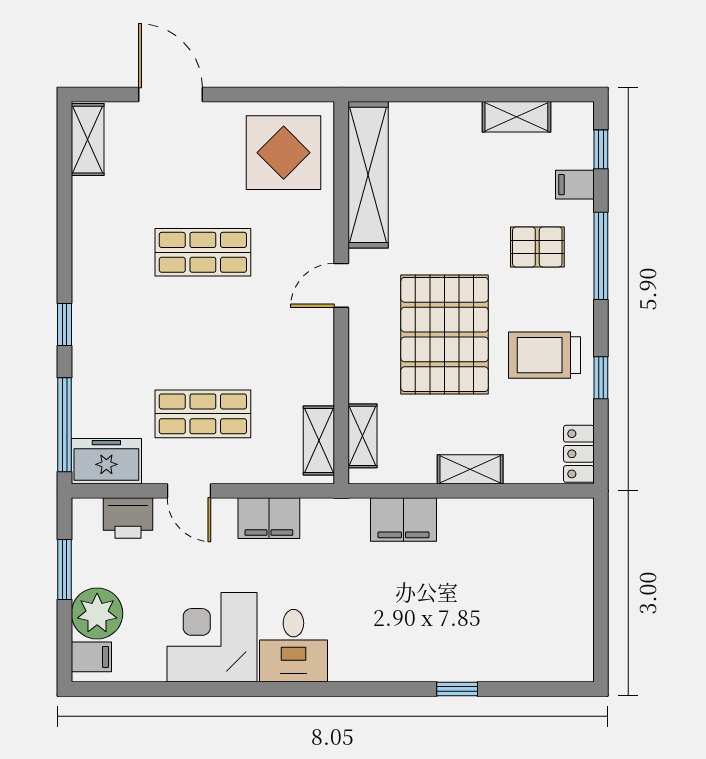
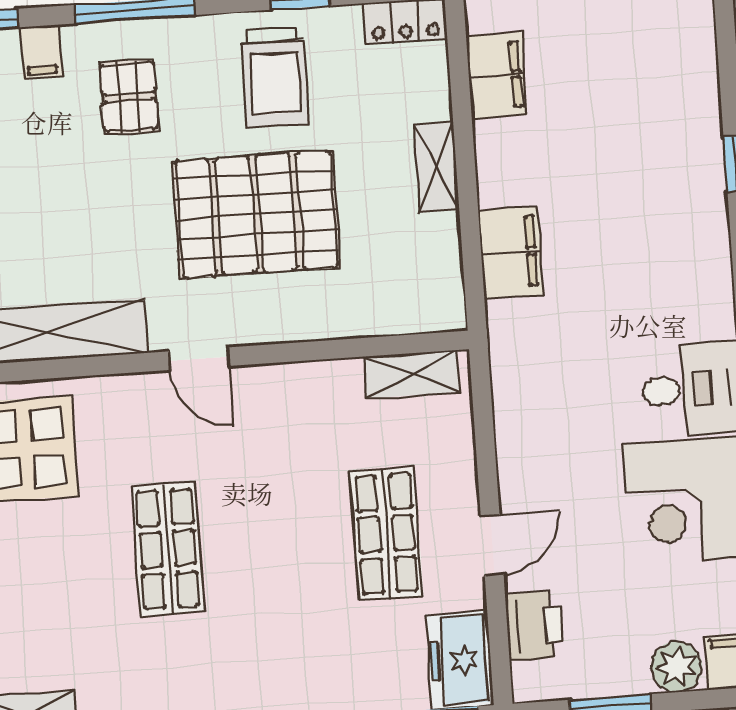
shelving: (362, 436) -> (401, 316), removed
filing cabinet: (269, 518) -> (496, 75), moved
plant: (97, 613) -> (677, 667), width x0.73, depth x0.73

